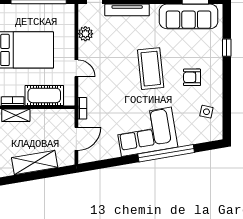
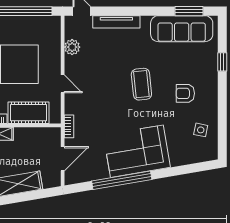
coffee table: (151, 69) -> (141, 84), width x0.73, depth x0.76
window: (166, 153) -> (122, 180), moved

